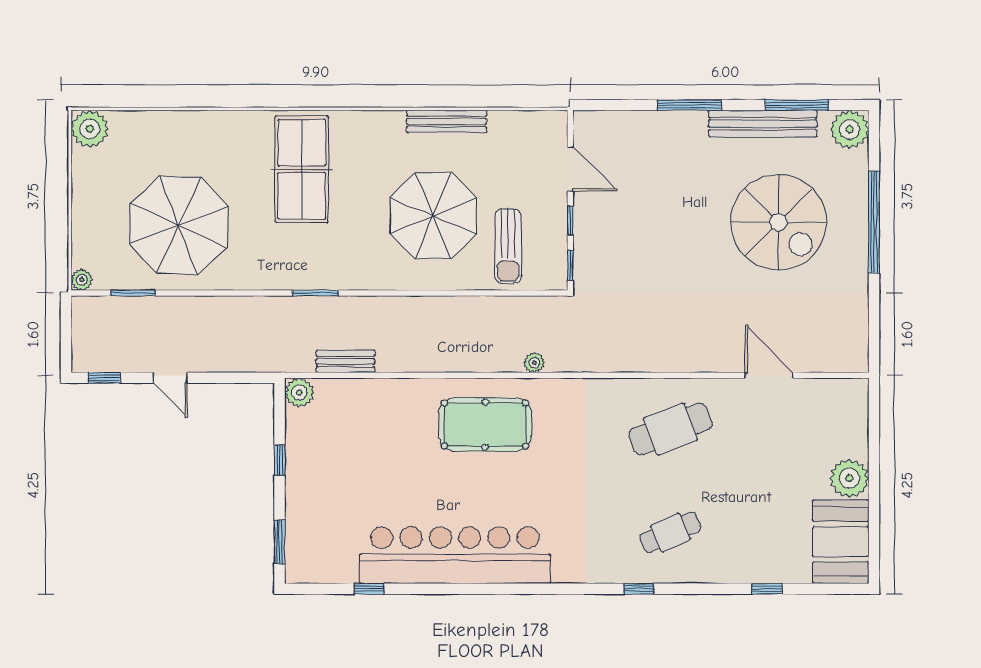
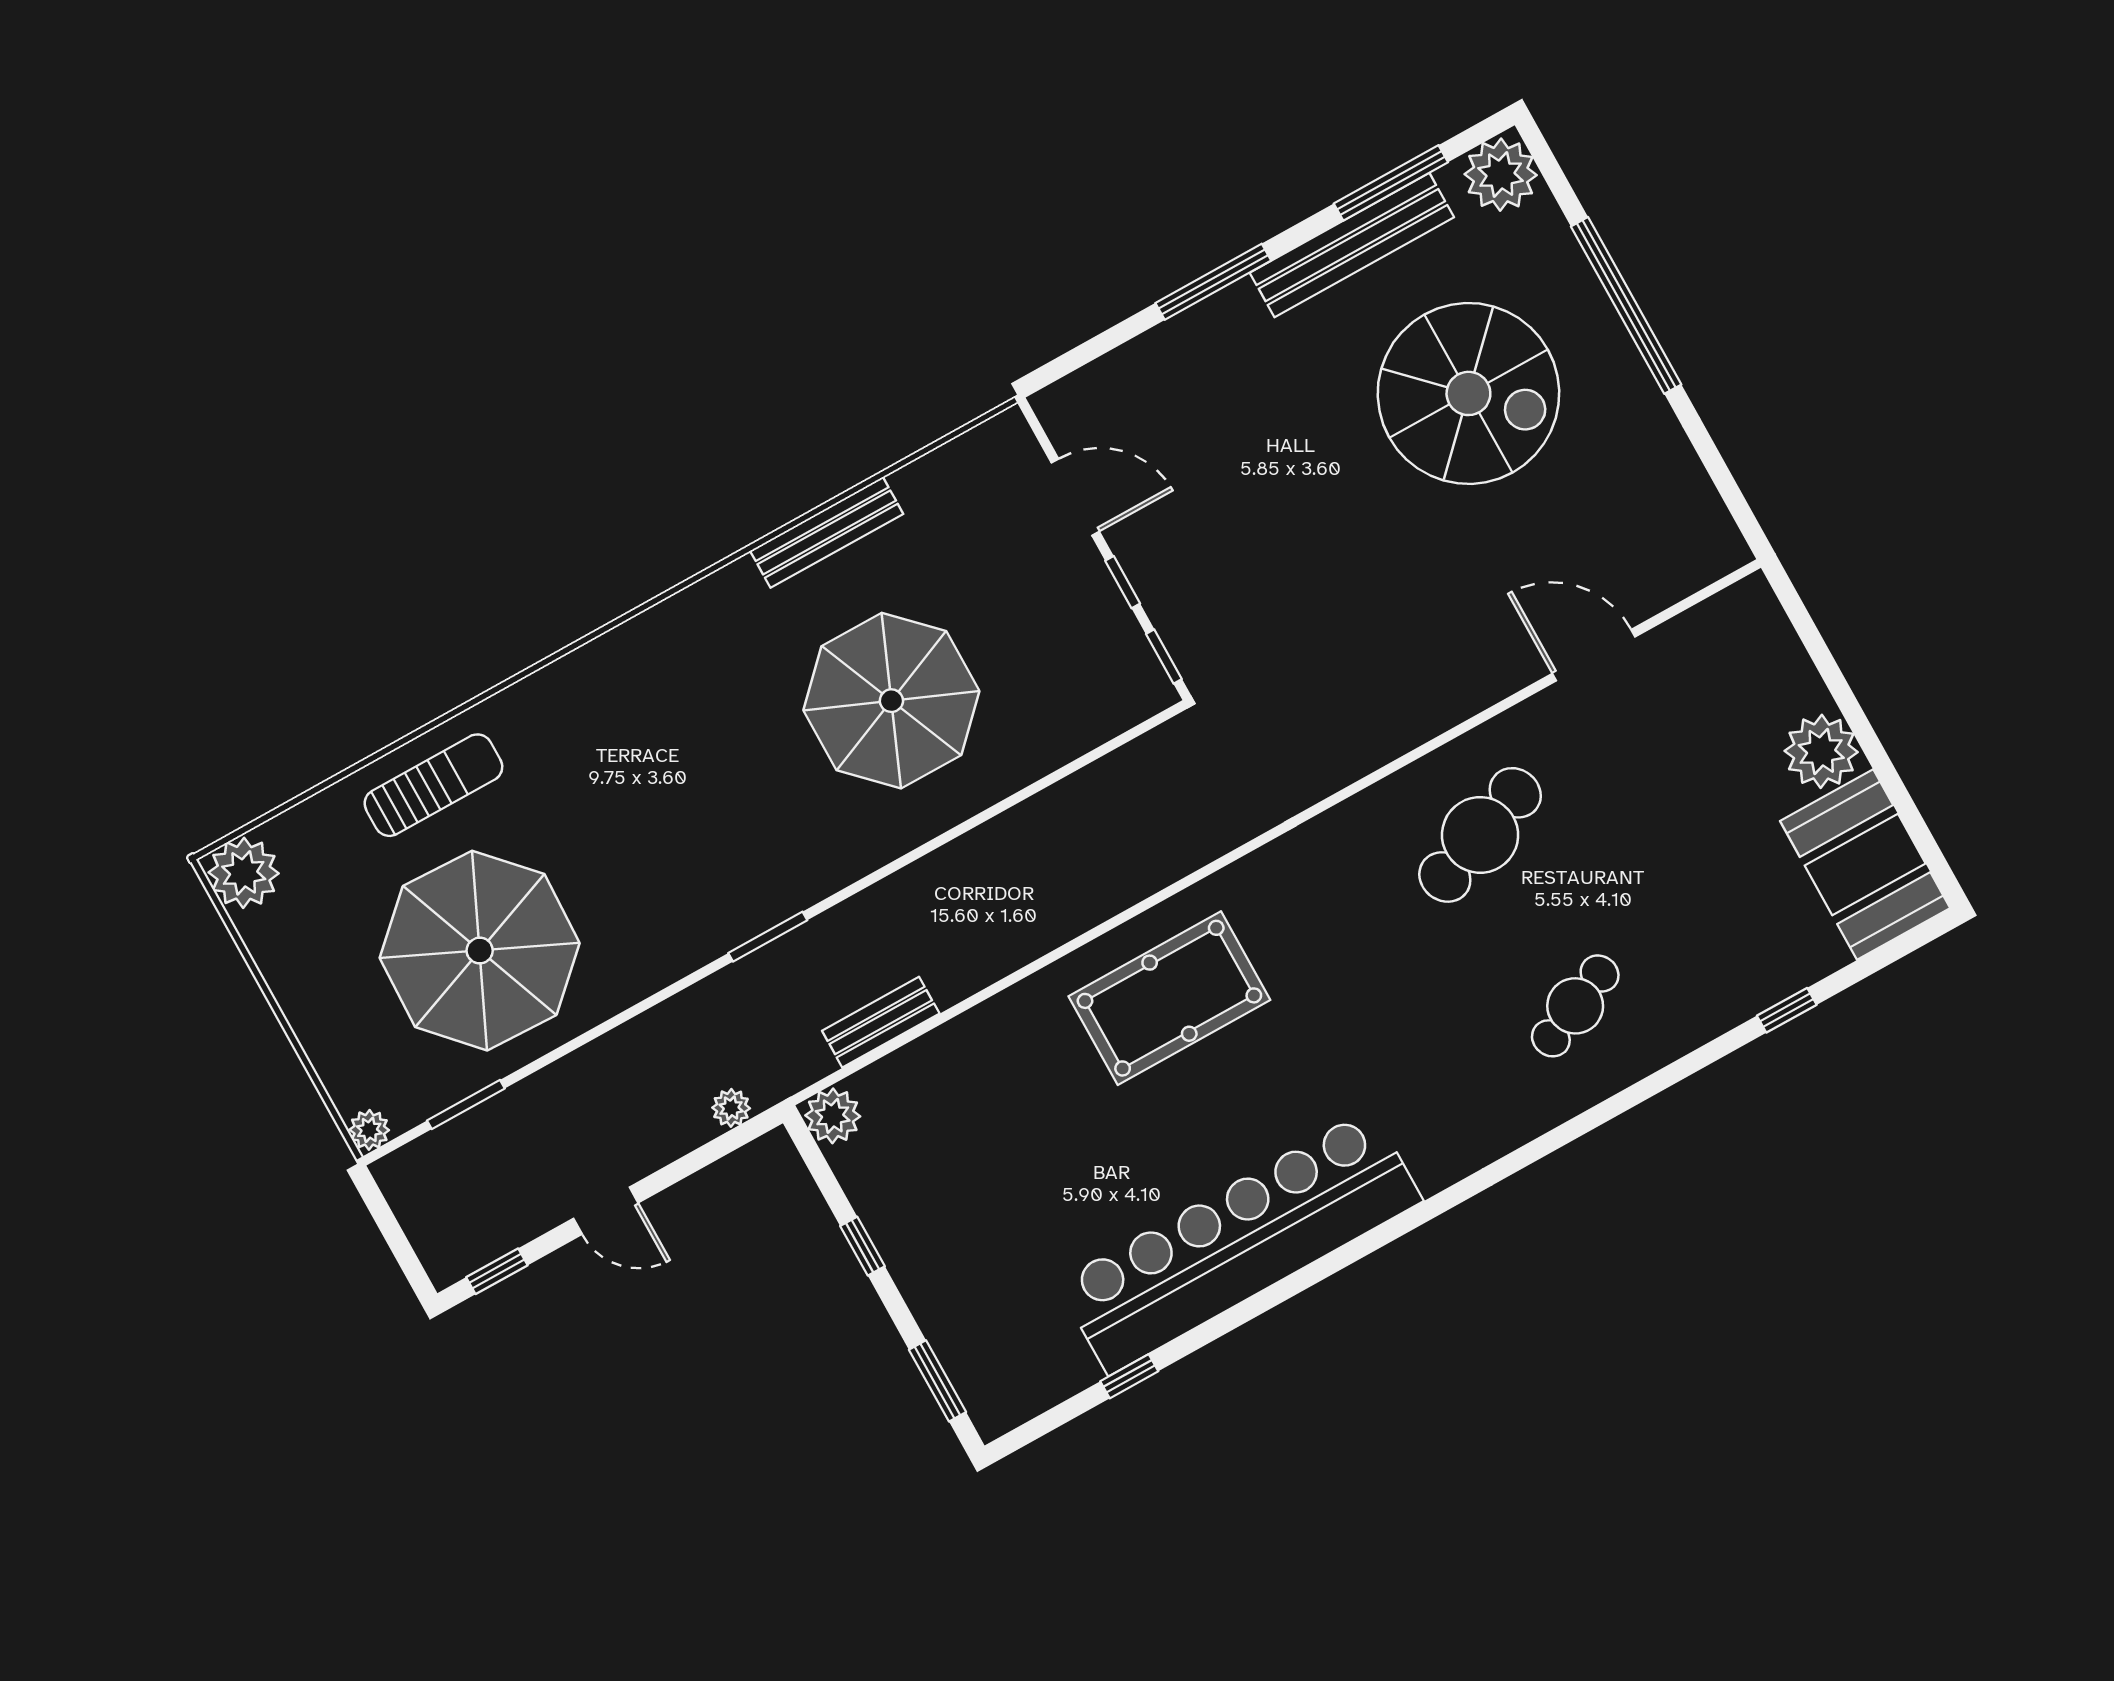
table tennis table: (302, 169) -> (631, 745), removed
sun lounger: (508, 246) -> (433, 785), moved, turned -90
plant: (534, 363) -> (731, 1108), moved
window: (639, 589) -> (1575, 1128), removed

